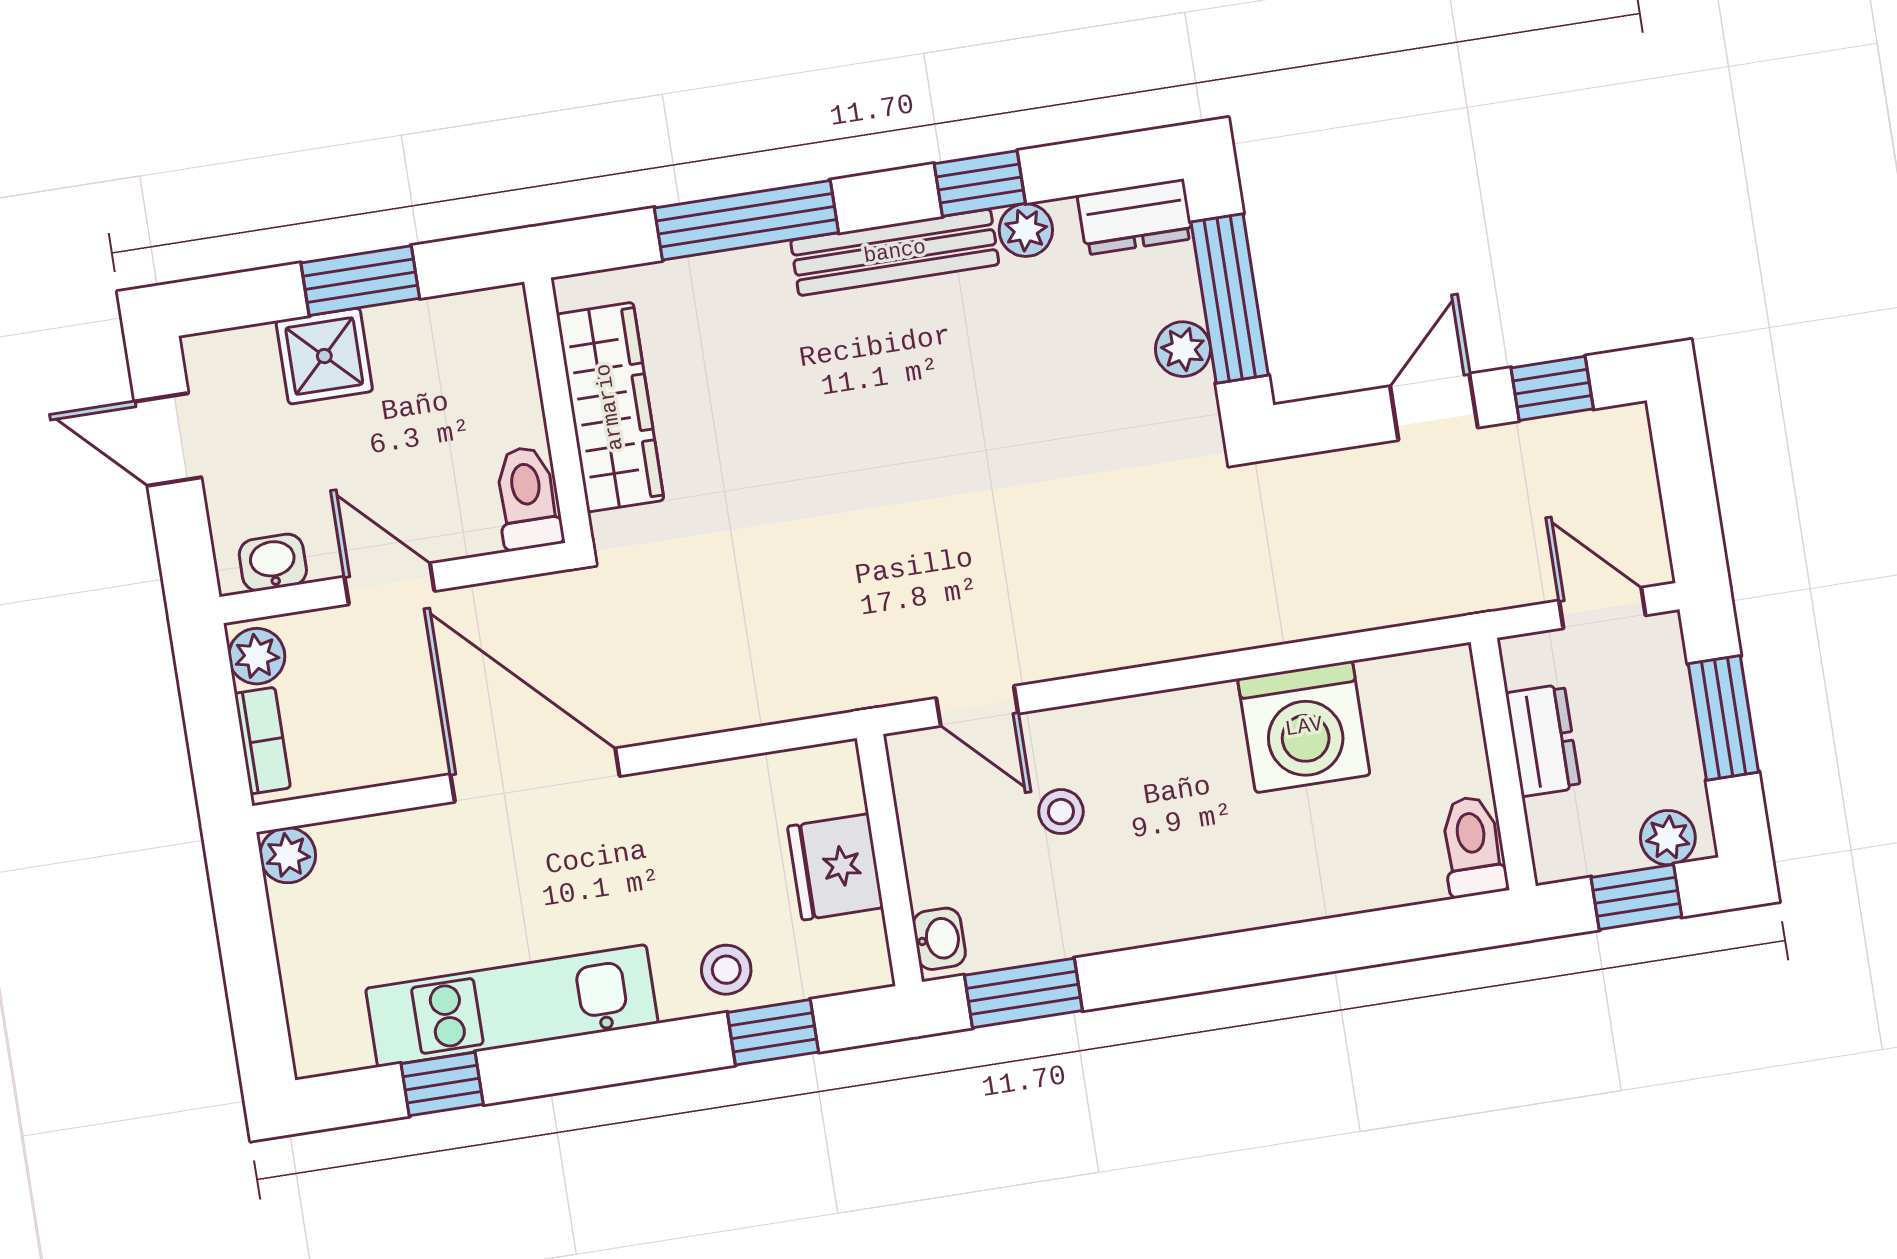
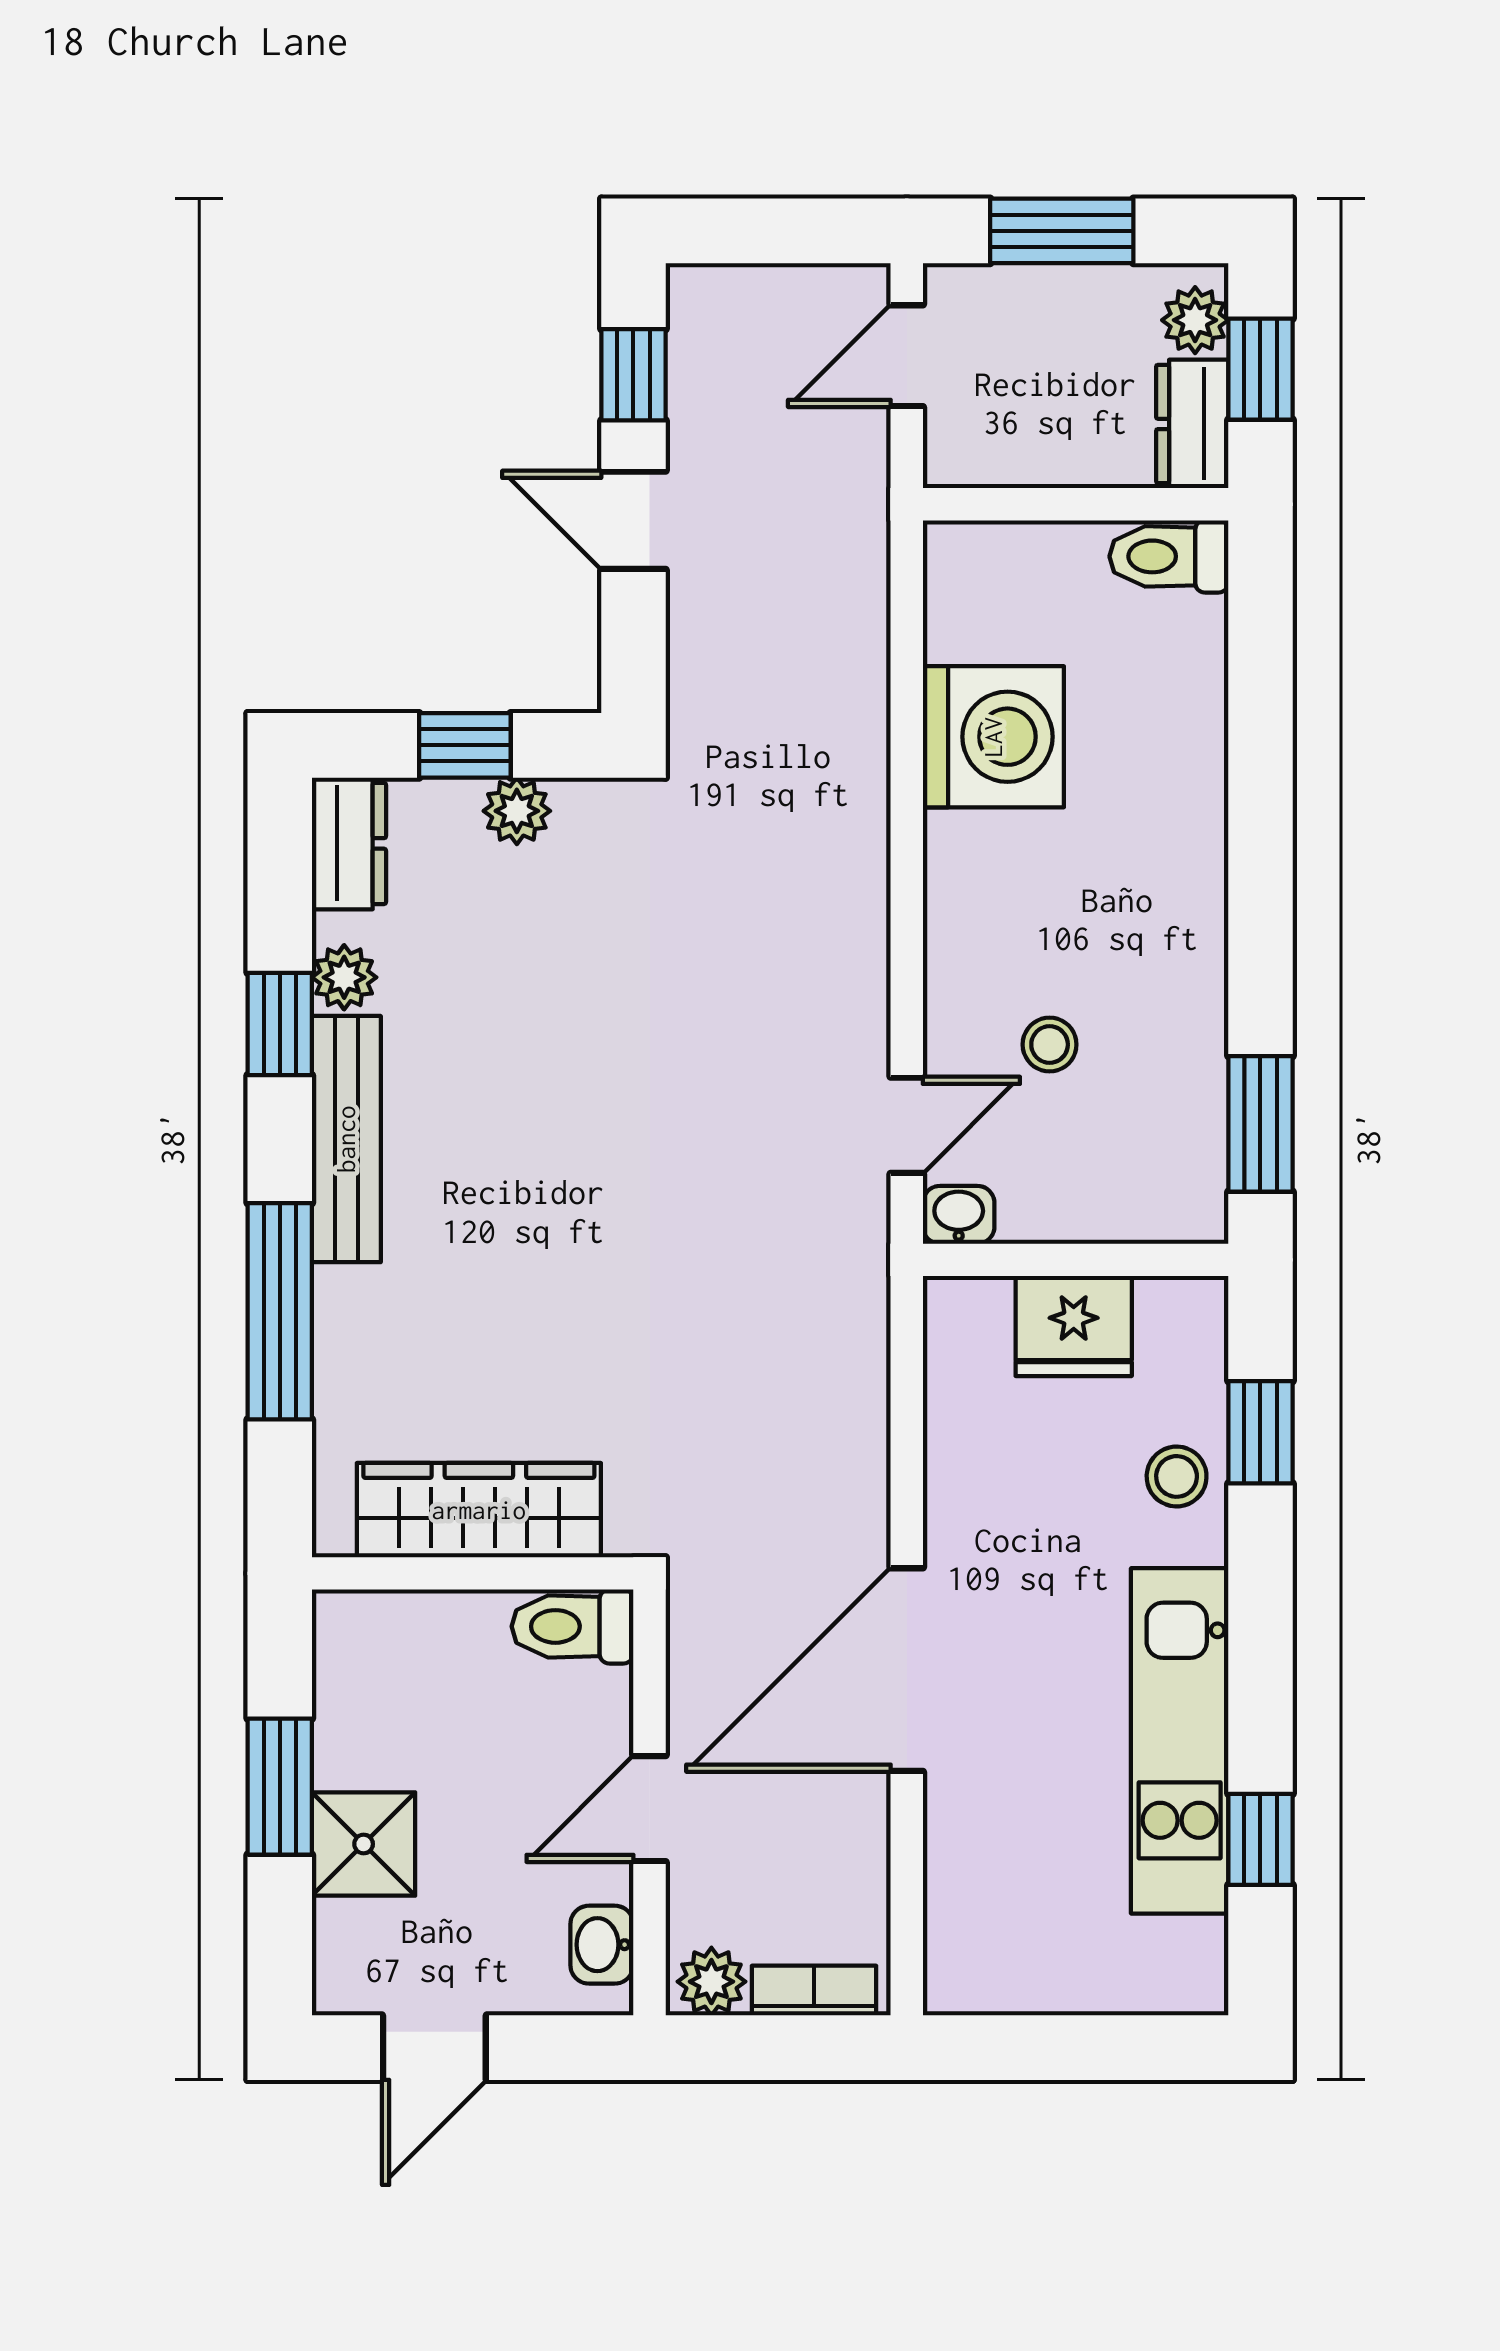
window: (1230, 299) -> (465, 745), width x0.46
dresser: (1543, 740) -> (1192, 424), moved, turned -90
plant: (288, 855) -> (957, 1982), removed
washbasin: (939, 939) -> (959, 1215), moved

